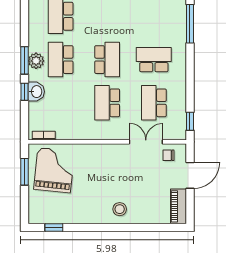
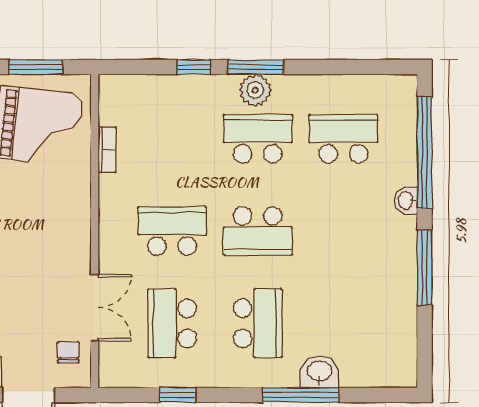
window: (190, 24) -> (300, 395), moved
washbasin: (36, 92) -> (319, 372), moved, turned 180
school desk: (154, 103) -> (172, 323), turned -90
window: (190, 121) -> (178, 395), moved
bookcase: (44, 136) -> (107, 150), moved

